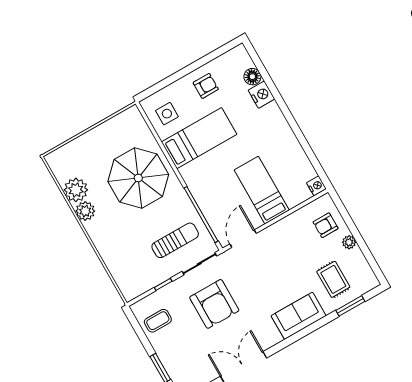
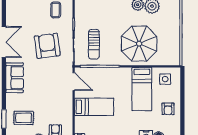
armchair: (214, 304) -> (47, 46), turned 82
sofa: (299, 316) -> (15, 78), moved

